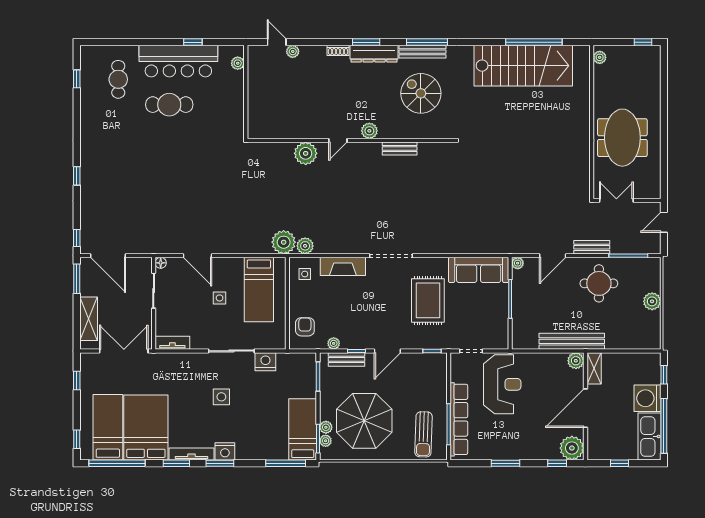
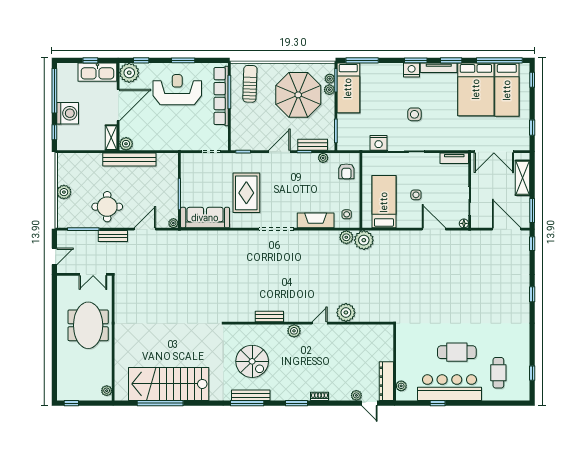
dresser: (374, 54) -> (386, 381), moved, turned -90
reception desk: (502, 384) -> (177, 90), moved, turned 90
kitchen sink: (649, 436) -> (97, 72), moved, turned 90

